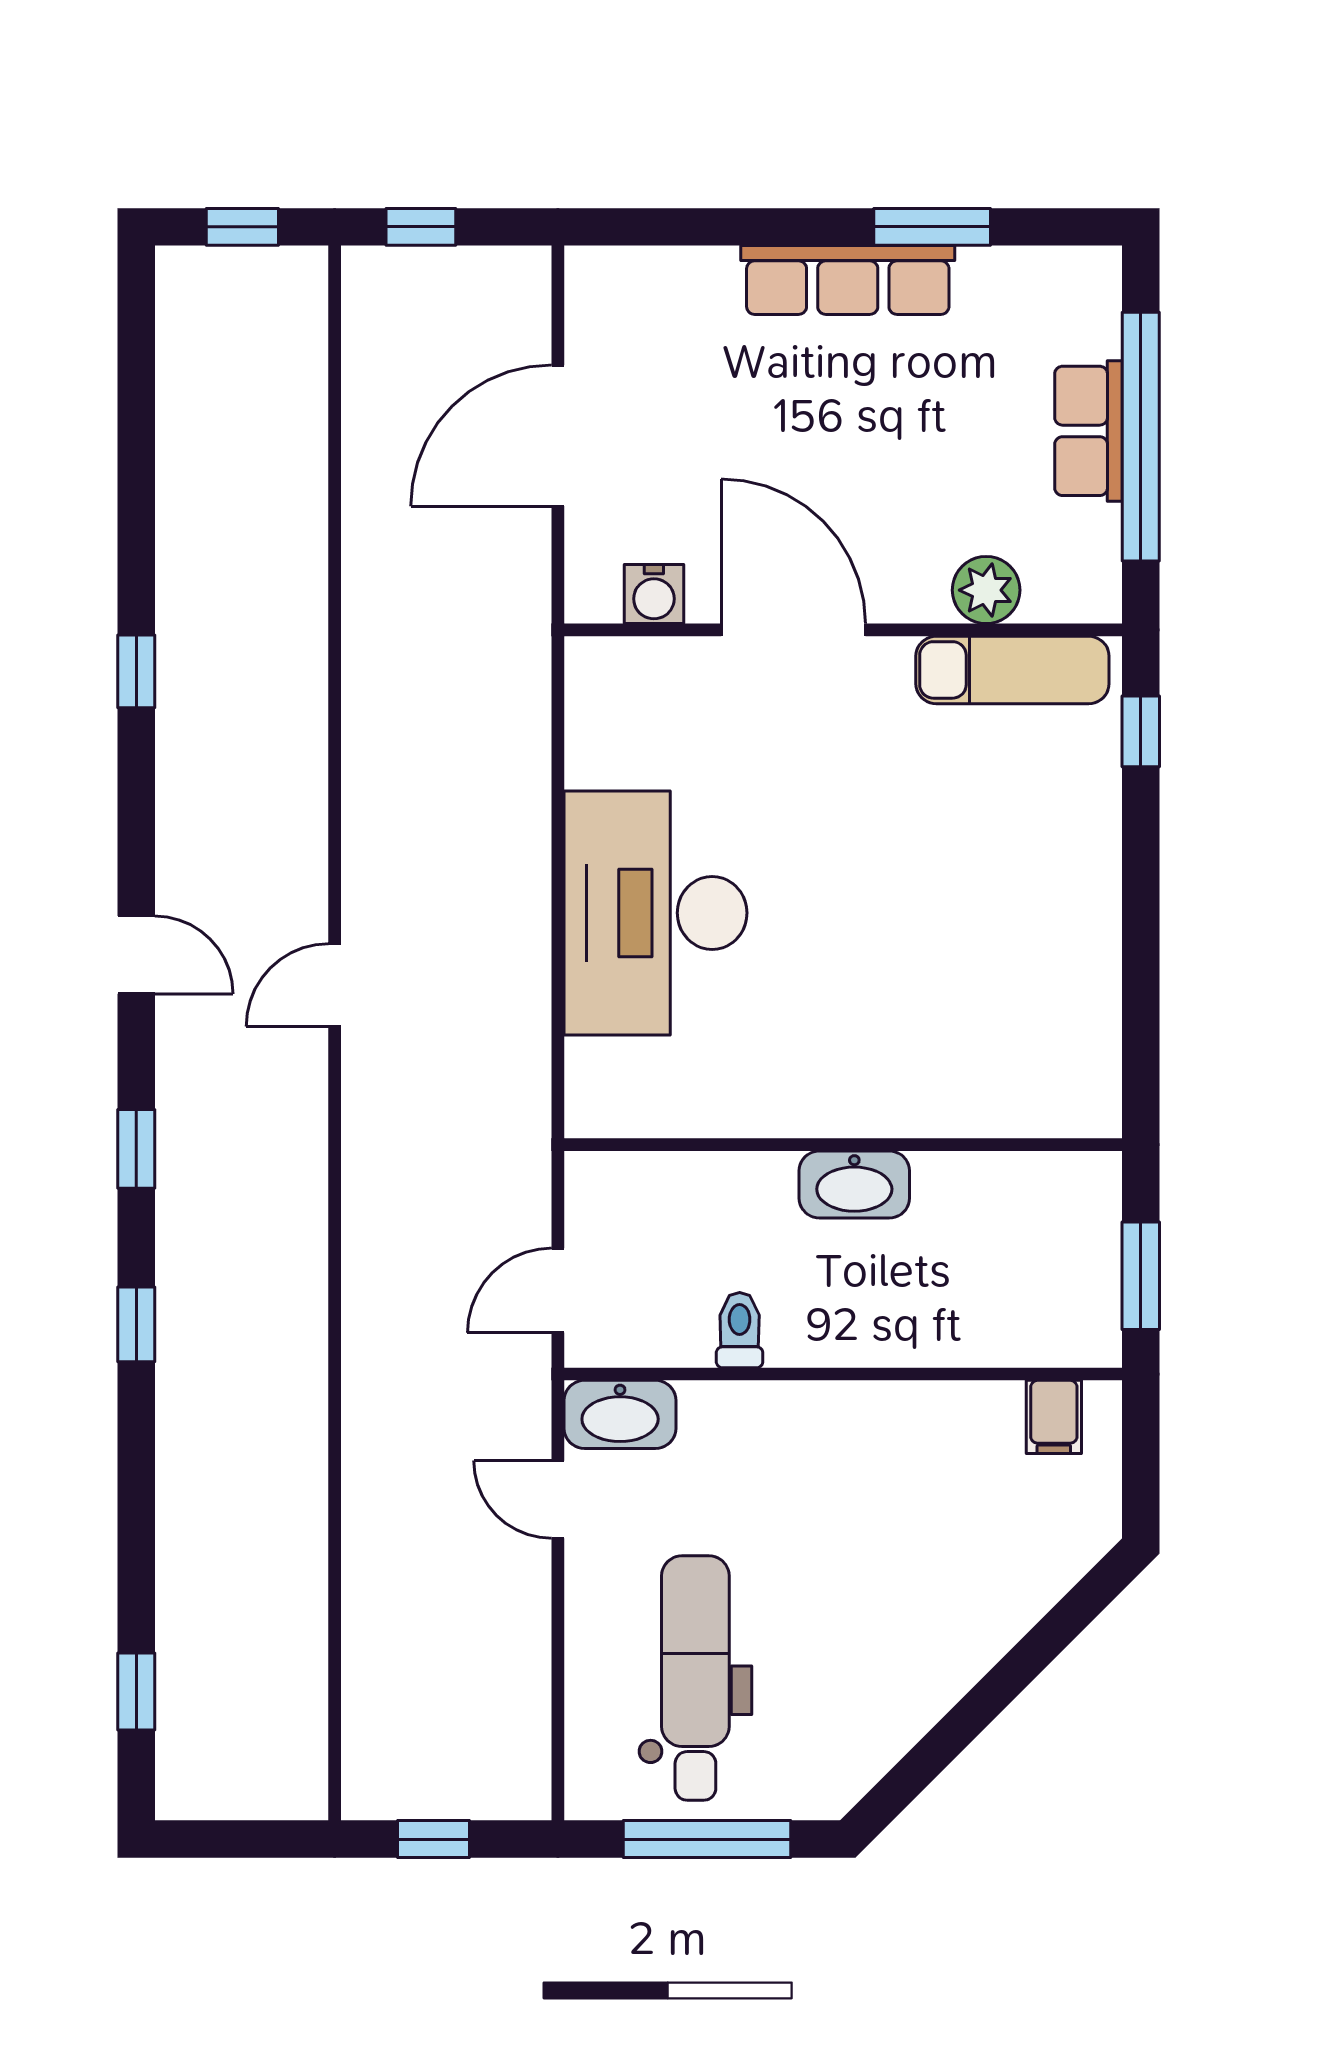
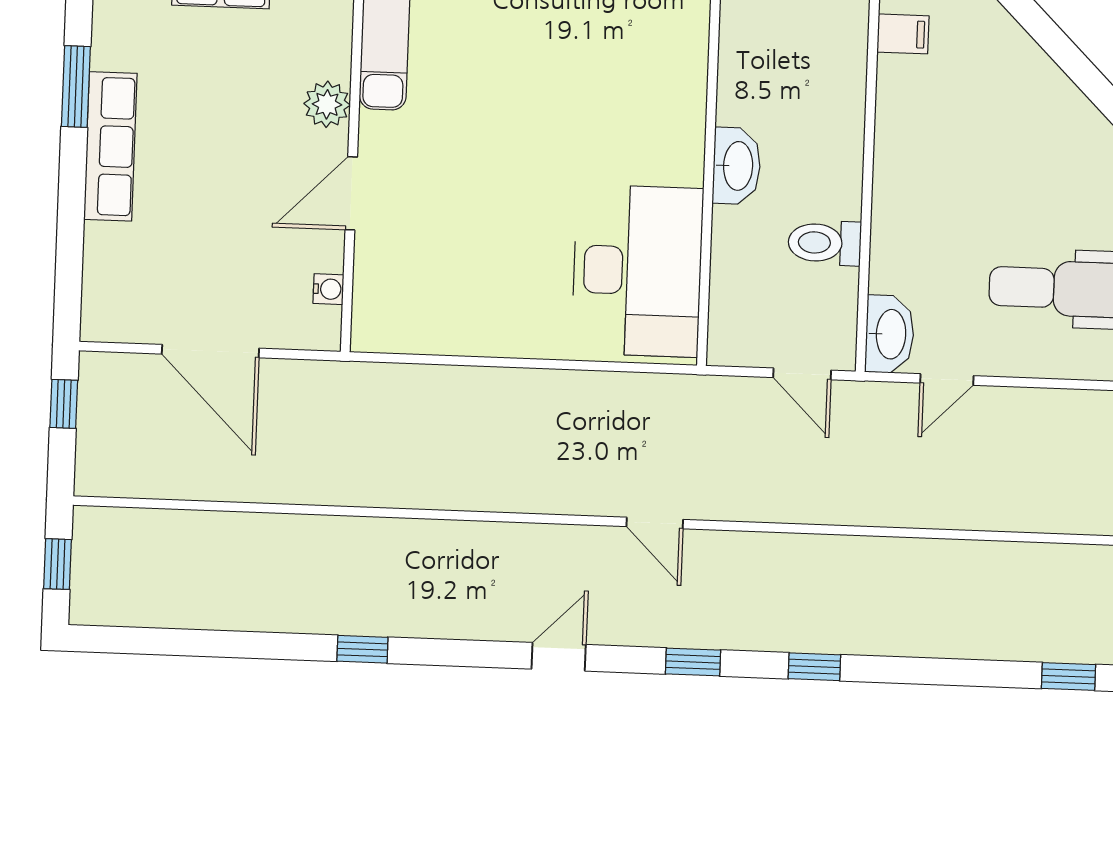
window: (421, 227) -> (64, 404), moved
plant: (986, 590) -> (327, 104), moved
water cooler: (654, 594) -> (328, 289), width x0.72, depth x0.72
door: (793, 630) -> (351, 193), width x0.73
desk: (656, 913) -> (637, 271), moved, turned -90
door: (335, 985) -> (655, 523), moved
toilet: (740, 1330) -> (825, 243), width x1.37, depth x1.39

